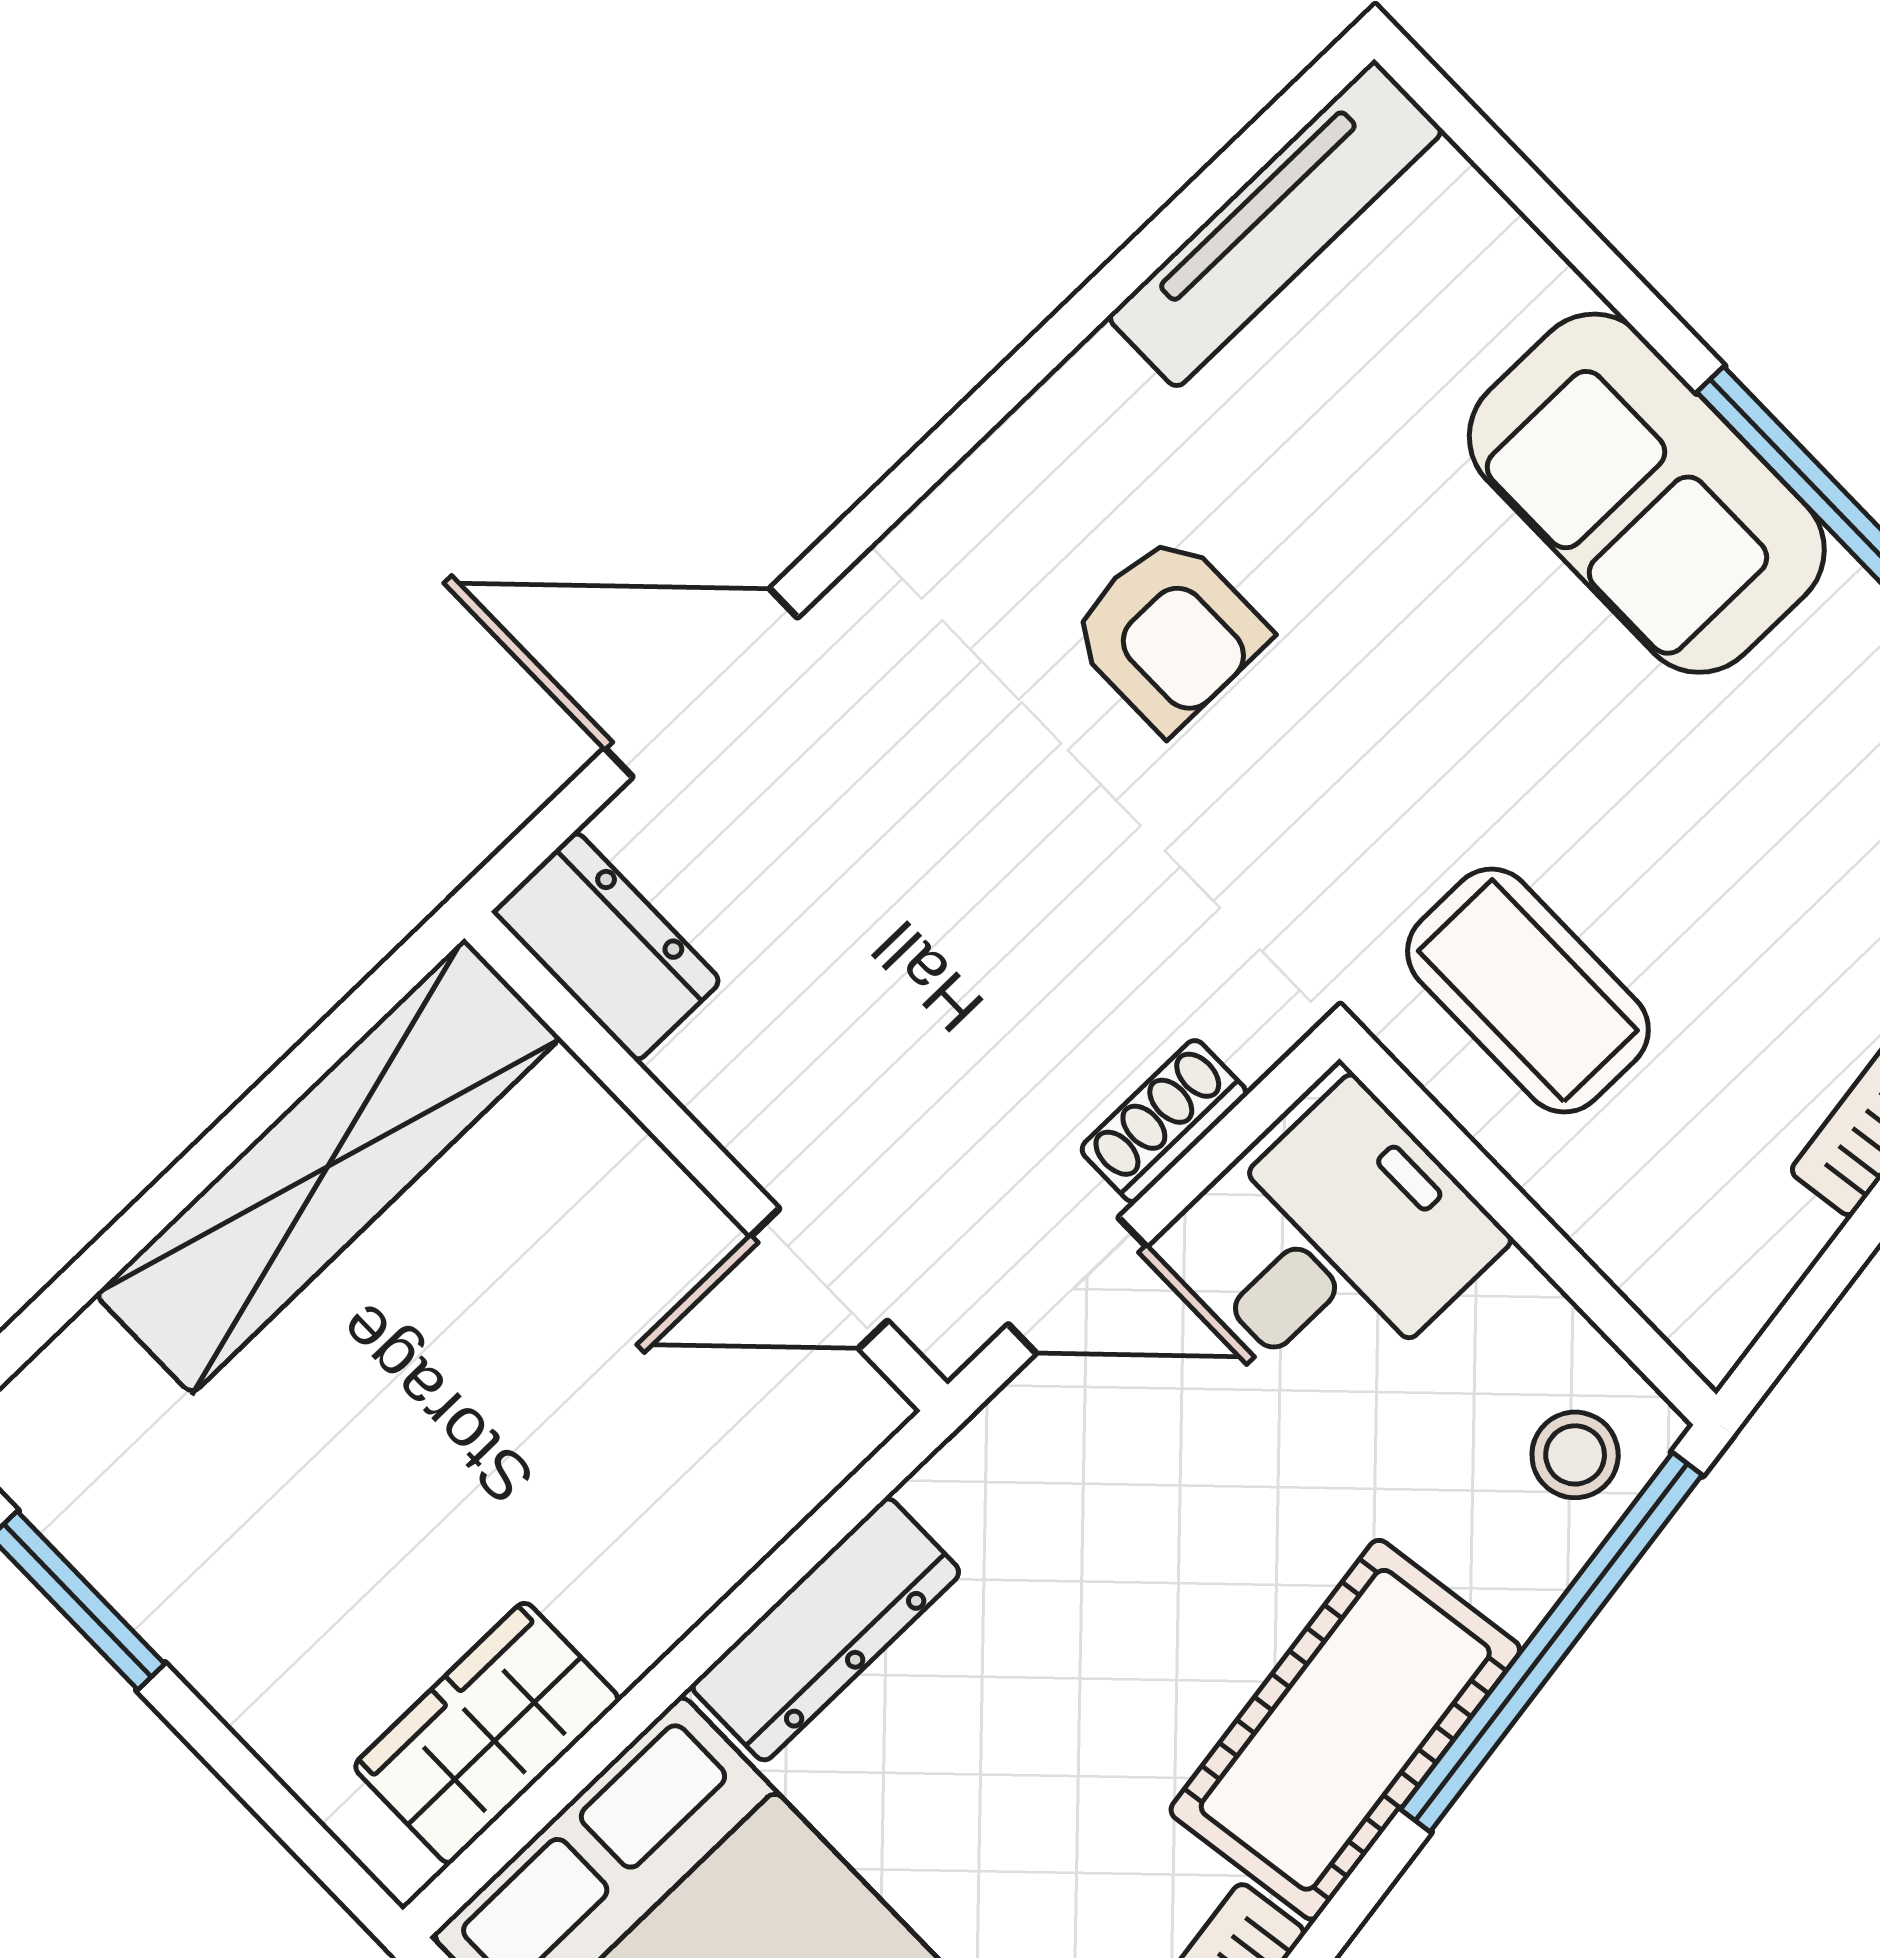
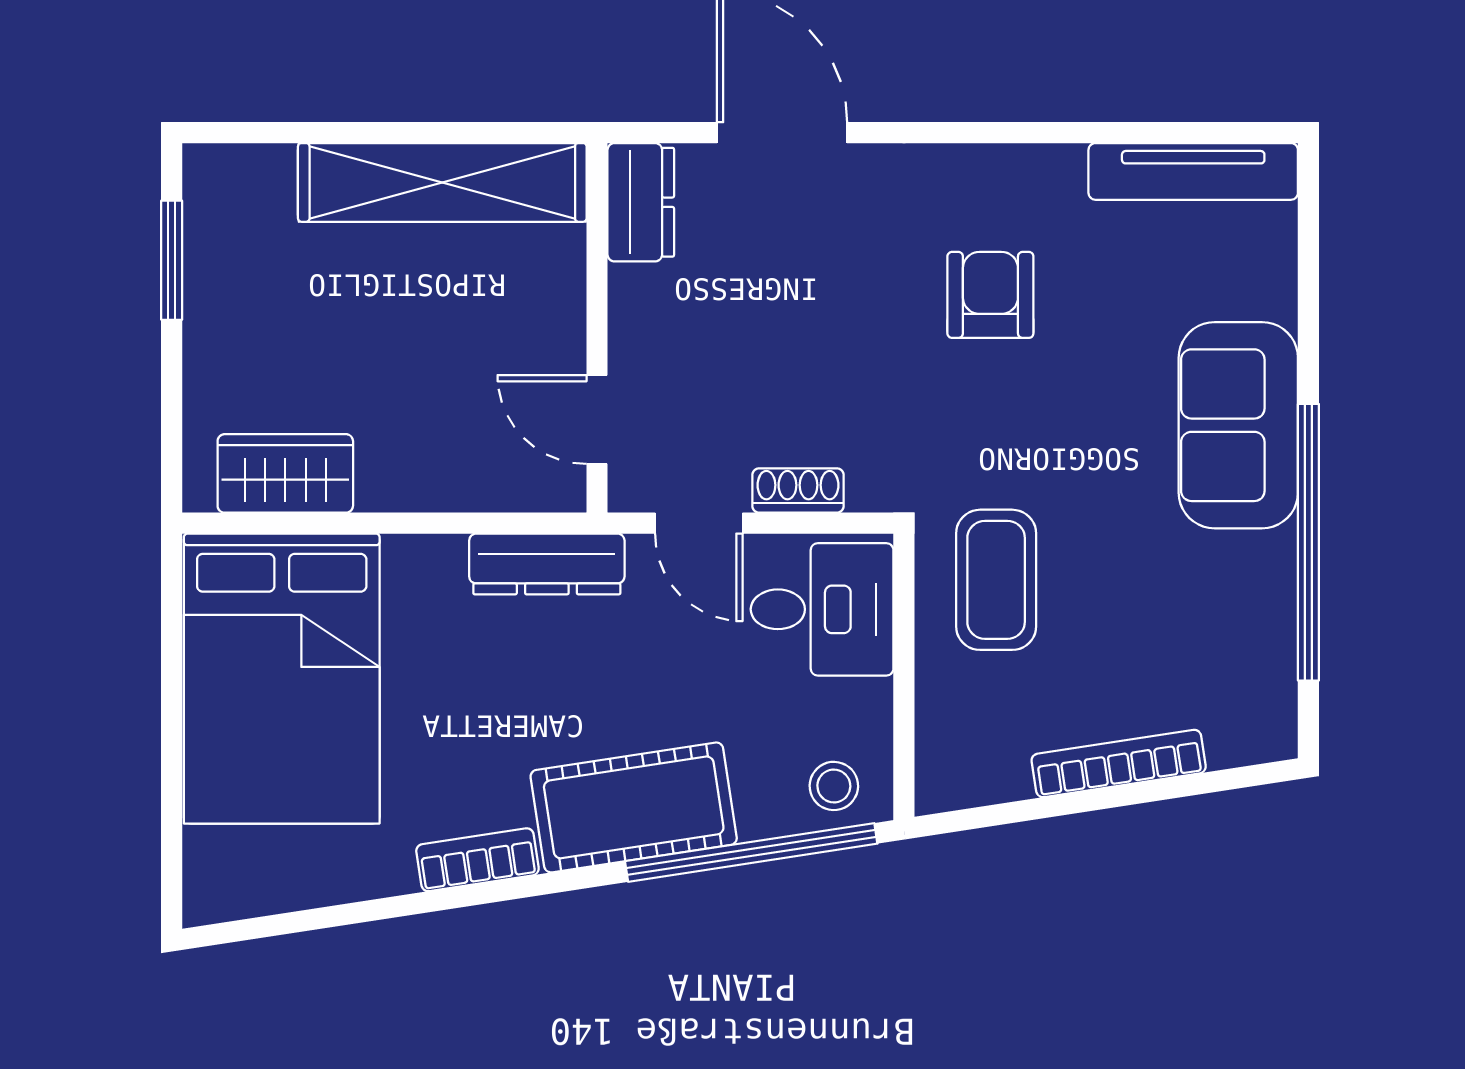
armchair: (1168, 633) -> (990, 295), turned 180
dresser: (826, 1629) -> (547, 564), moved

